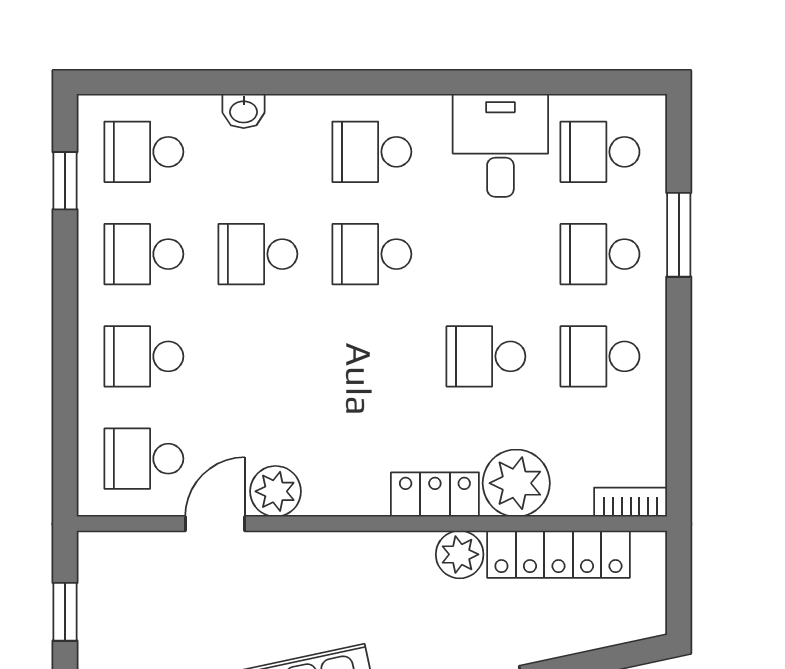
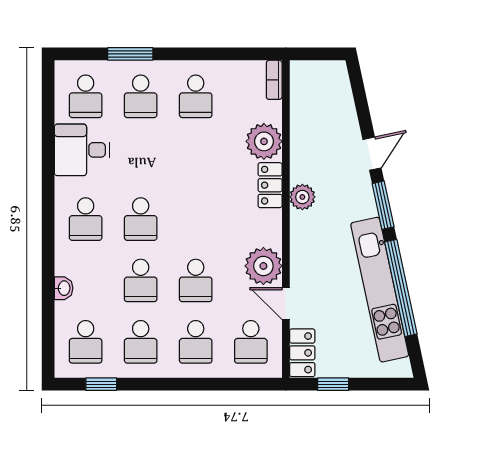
school desk: (486, 356) -> (196, 280), moved
plant: (276, 491) -> (263, 266), width x1.36, depth x1.36
plant: (460, 554) -> (302, 197), moved
locker: (558, 554) -> (302, 353), moved, width x0.66

